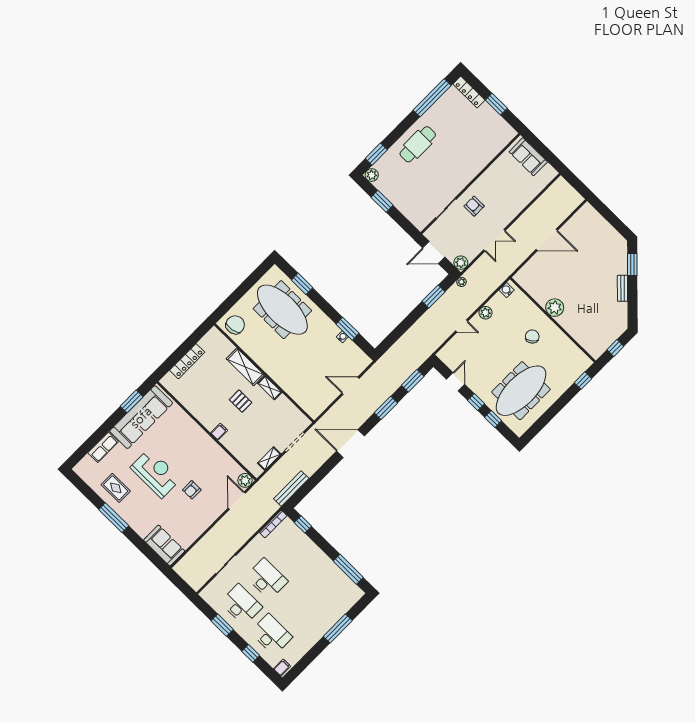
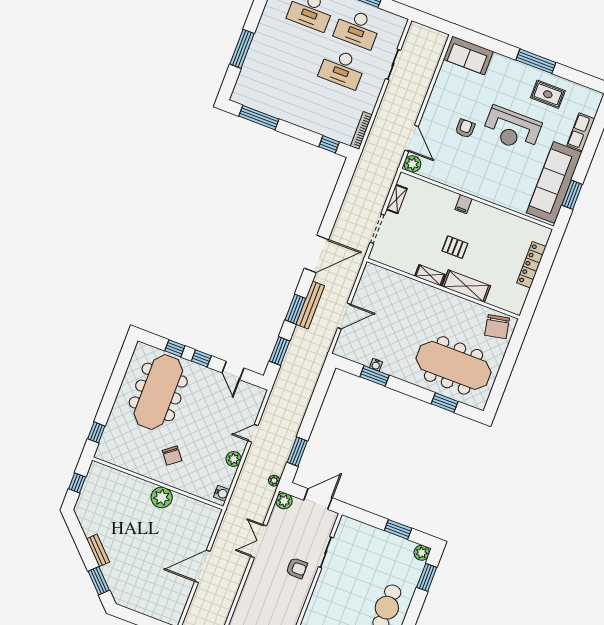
bench: (291, 489) -> (310, 305), moved

